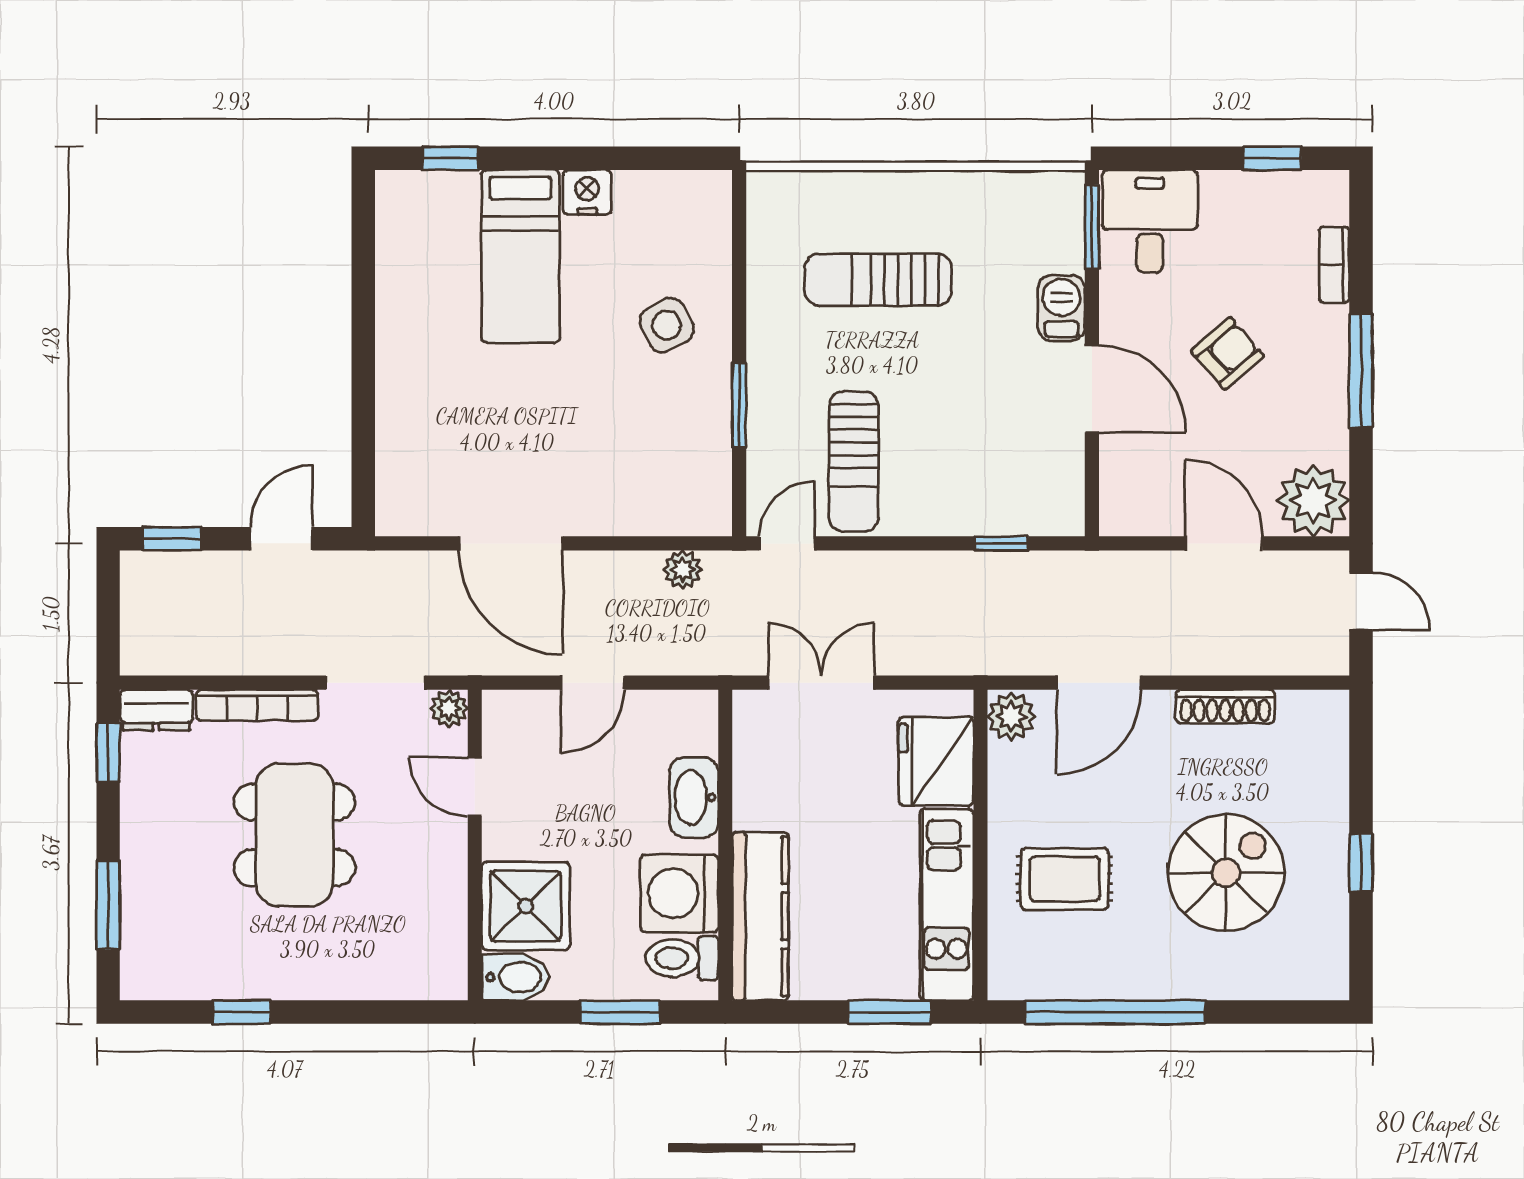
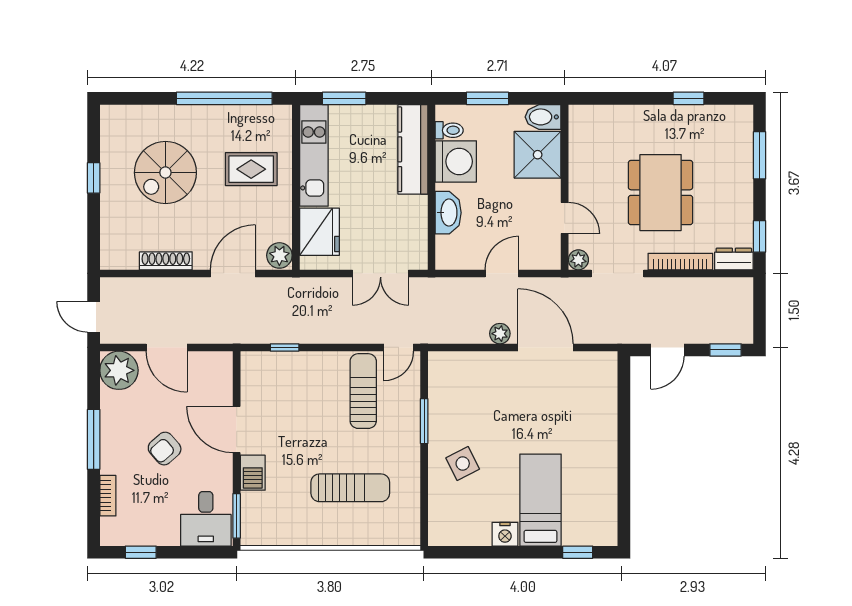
plant: (683, 570) -> (500, 334), moved
toilet: (682, 958) -> (449, 130), width x0.73, depth x0.72

